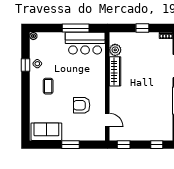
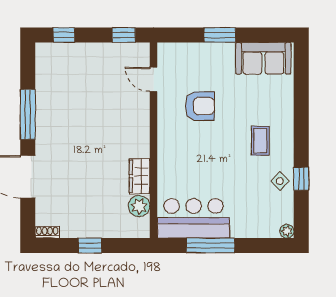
wardrobe: (115, 71) -> (139, 176), width x0.67

